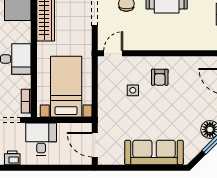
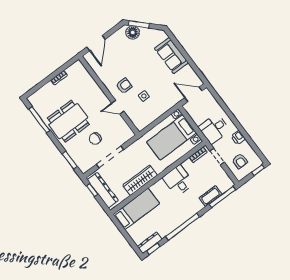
door: (113, 53) -> (118, 107), moved
door: (95, 145) -> (193, 94), swing flipped
sofa: (154, 152) -> (171, 56), width x0.73

